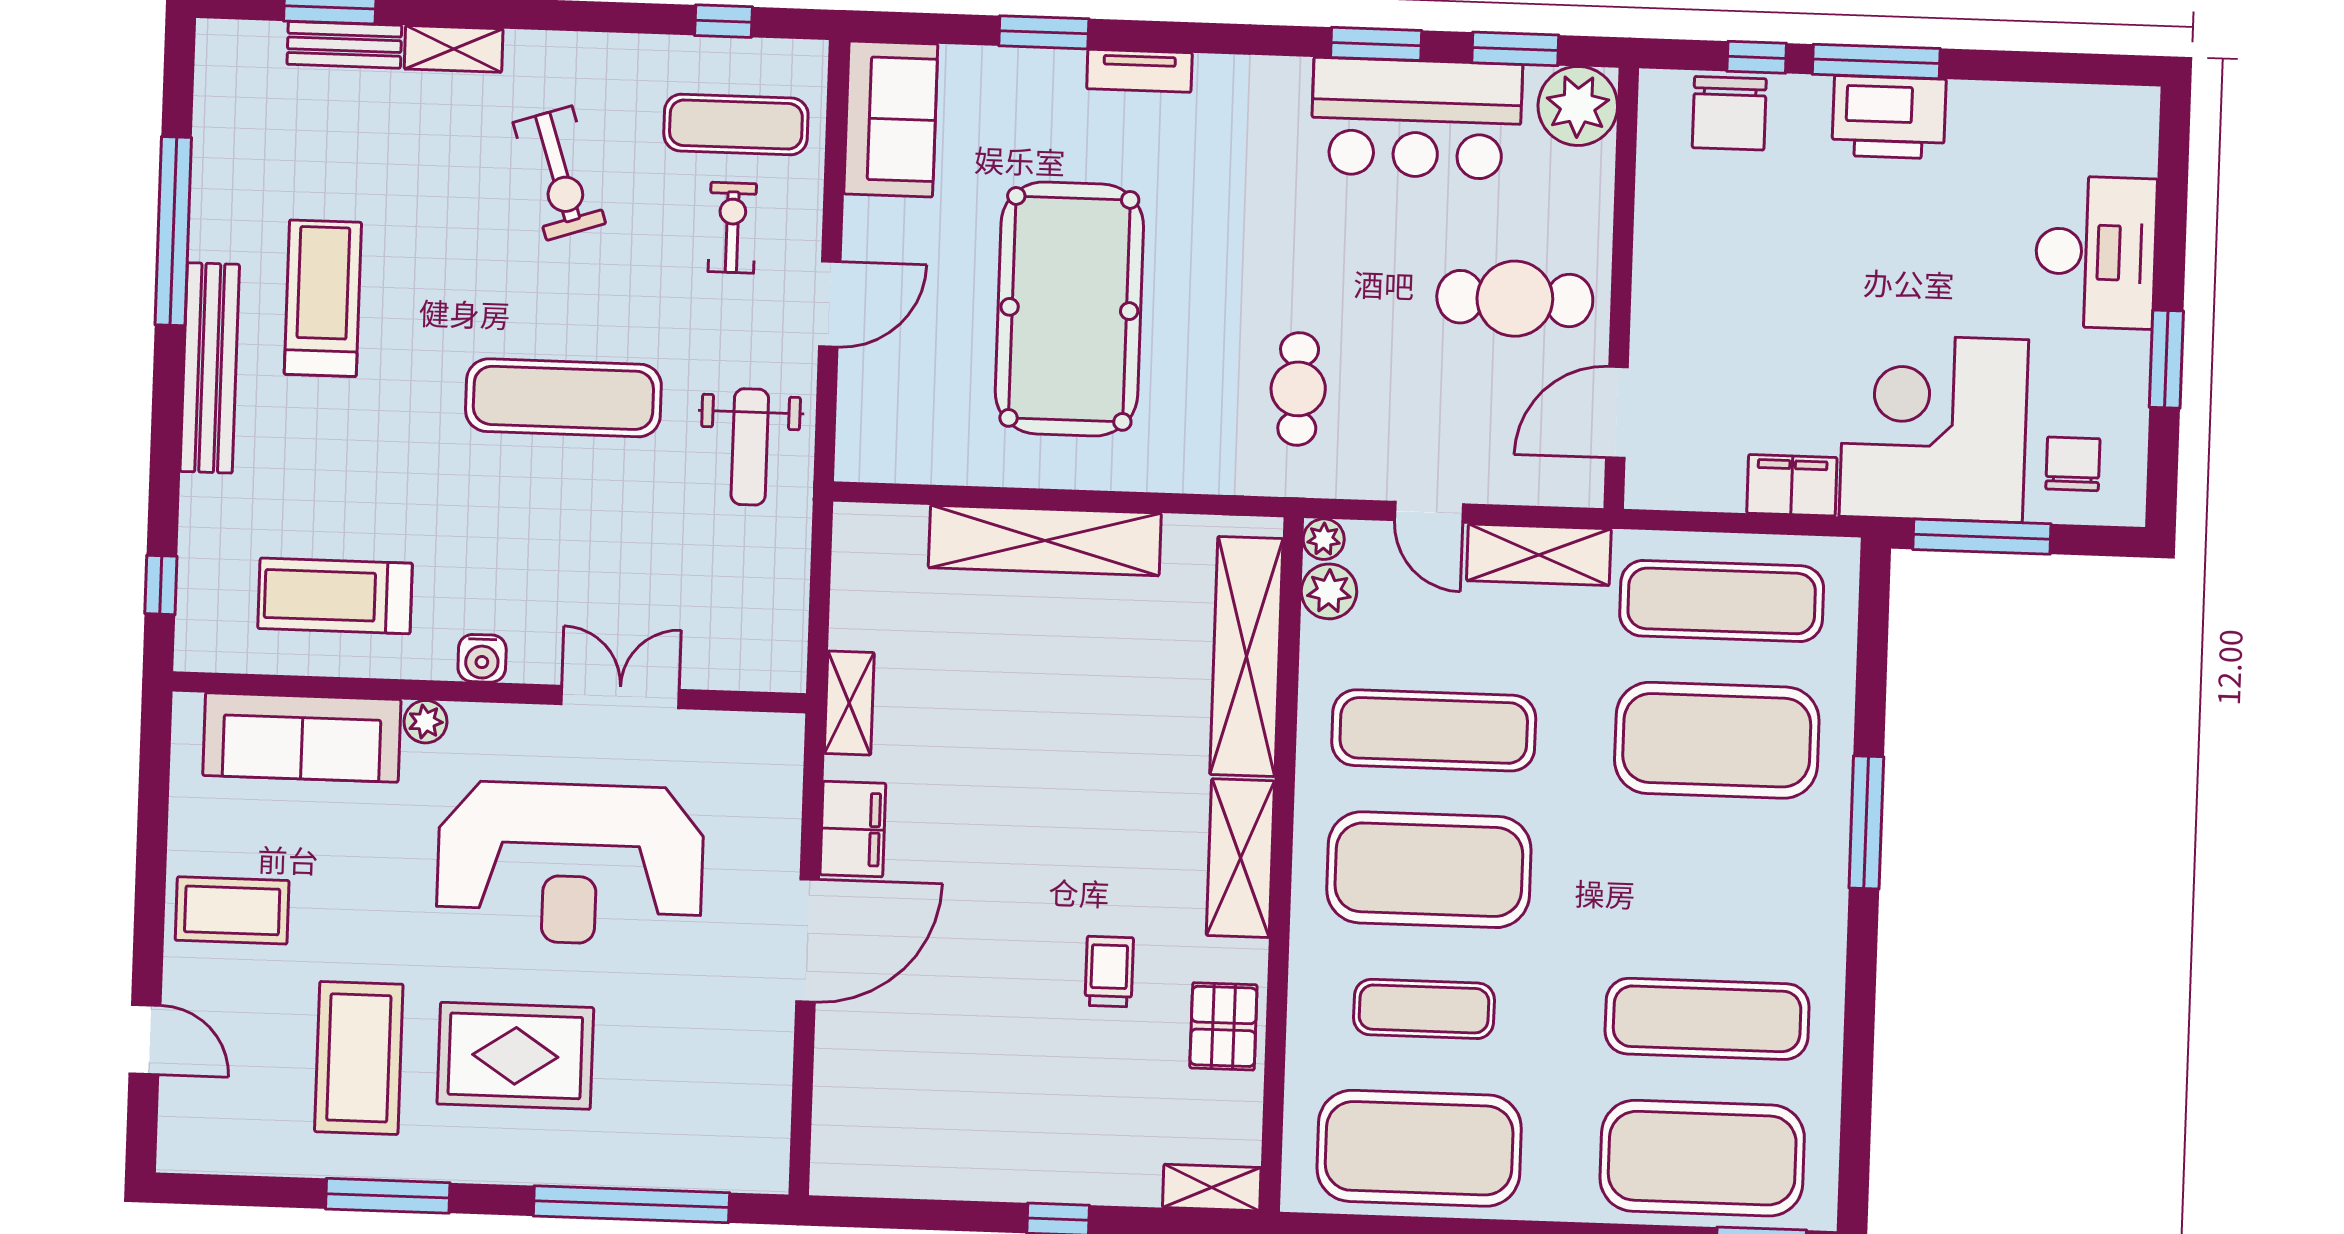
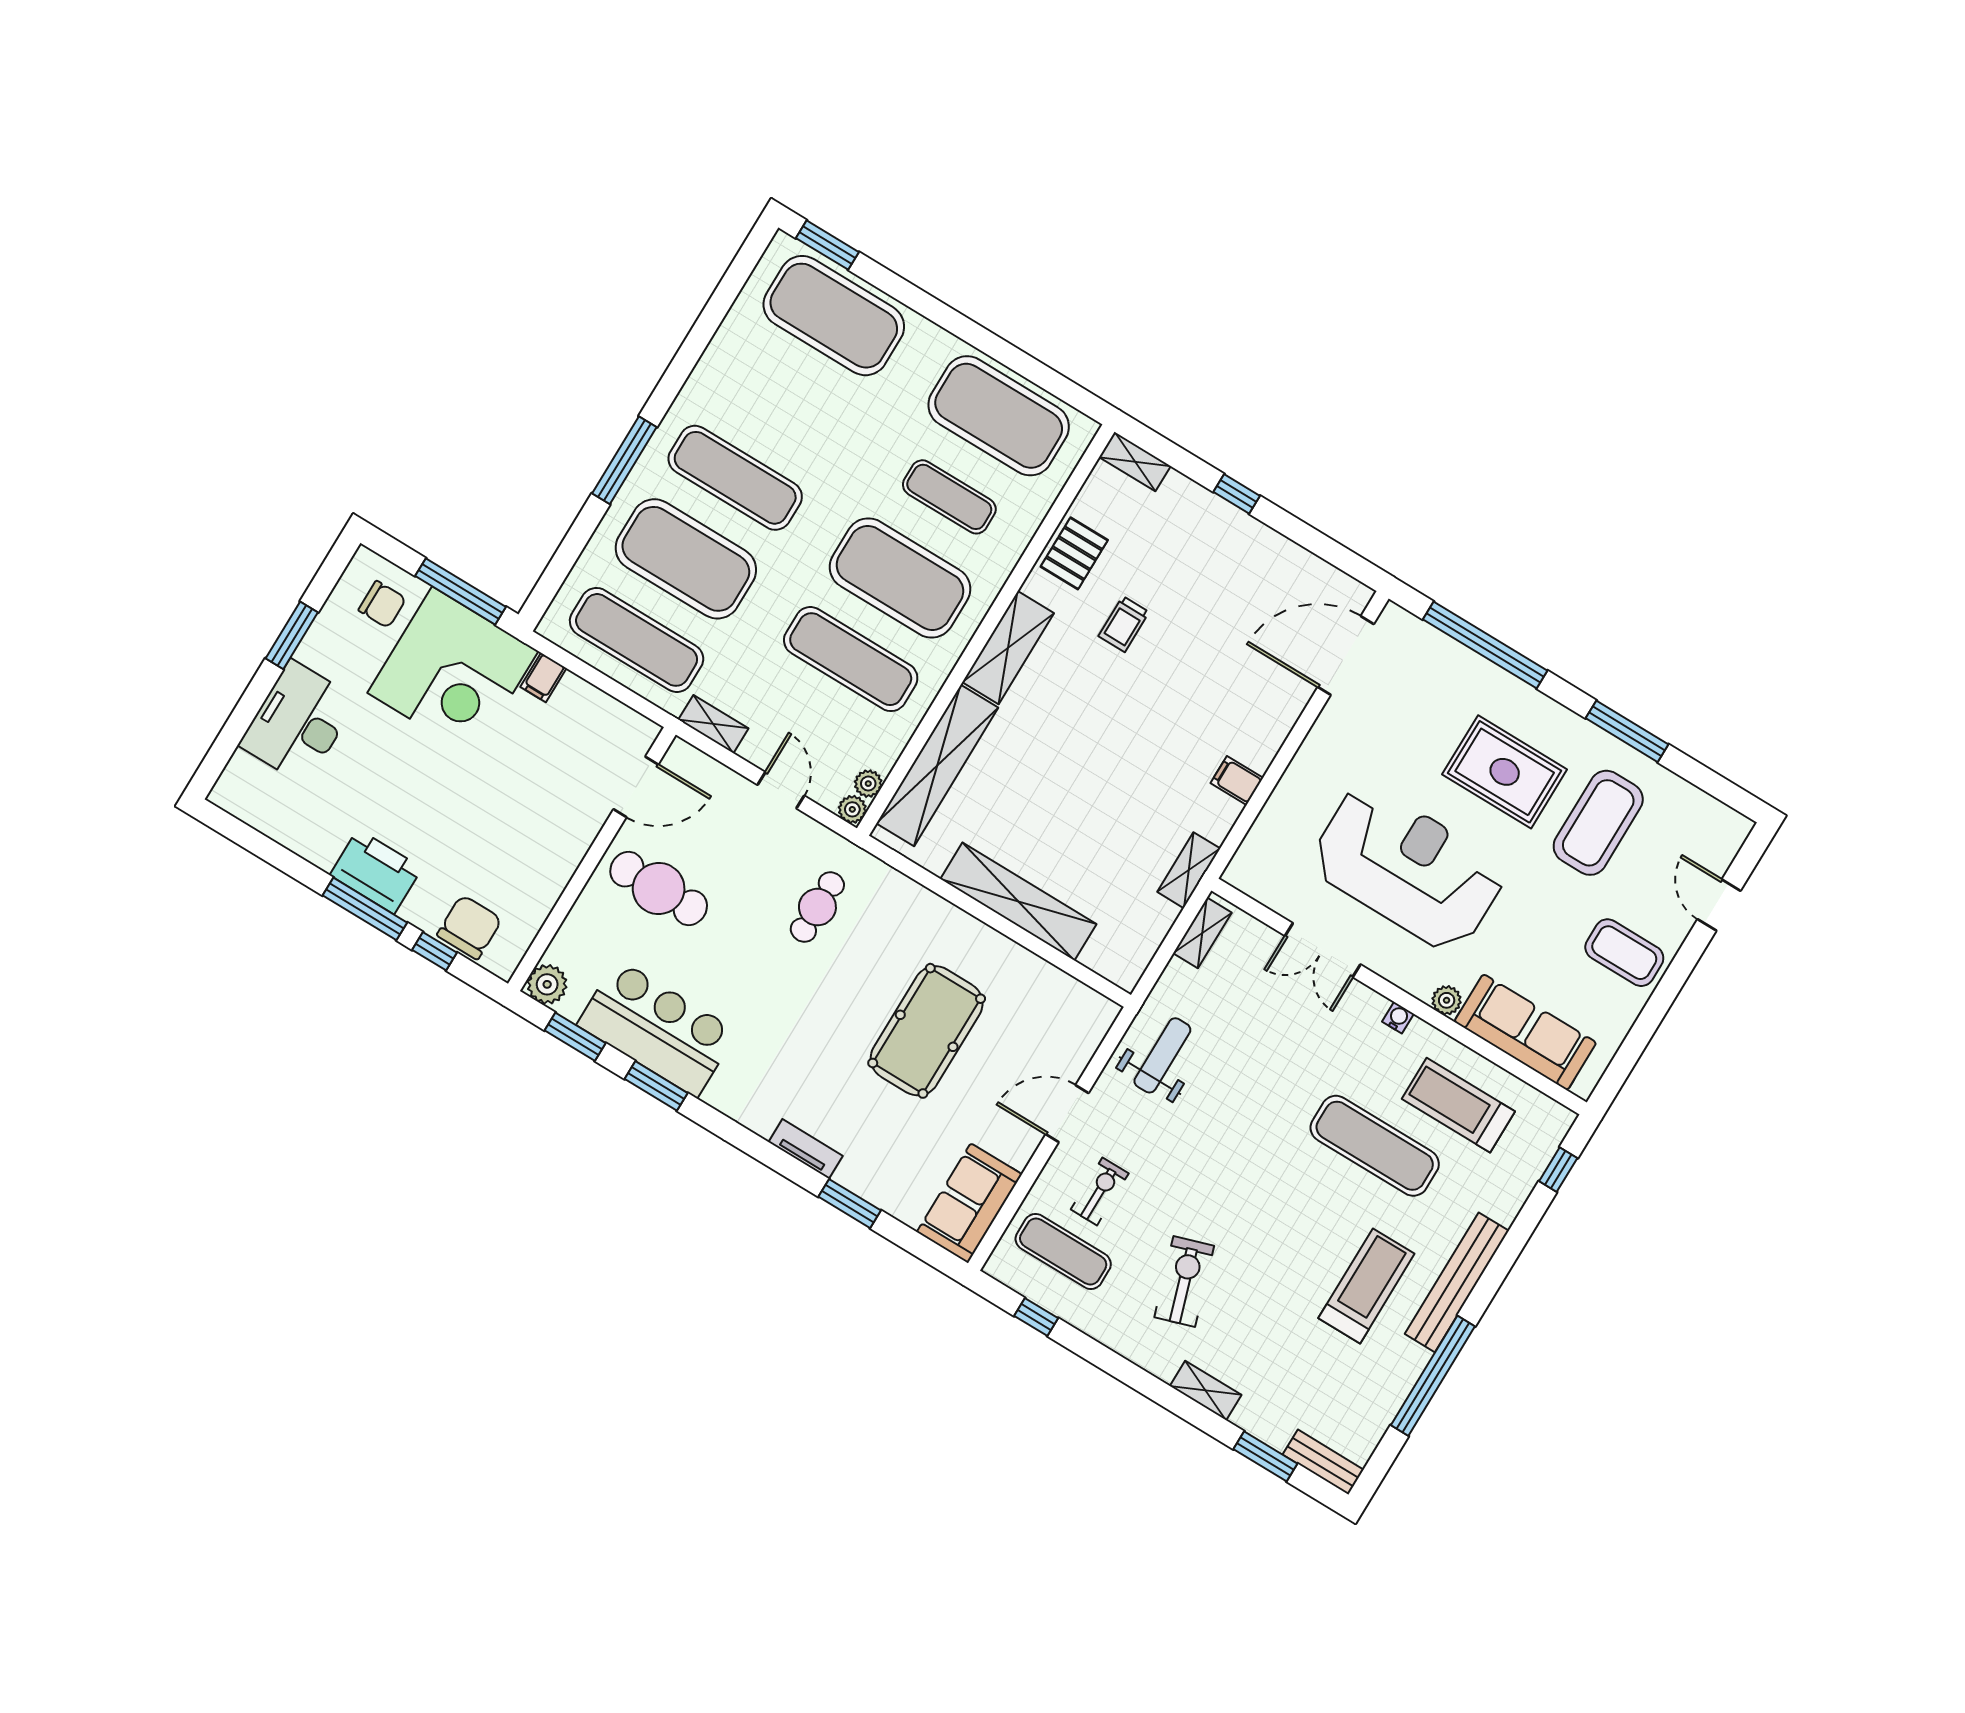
bench: (344, 45) -> (1323, 1462), moved
plant: (1578, 106) -> (547, 984), width x0.73, depth x0.73
exercise bike: (732, 228) -> (1100, 1191), turned 180
treadmill: (323, 298) -> (1366, 1286), turned 180
pool table: (1069, 309) -> (927, 1031), width x0.73, depth x0.76
exercise mat: (563, 398) -> (1375, 1146), moved
chair: (2073, 464) -> (382, 604), turned -90
filing cabinet: (1792, 485) -> (543, 677), width x0.50
shelving: (1539, 555) -> (713, 724), width x0.67, depth x0.75
plant: (1329, 591) -> (868, 784), width x0.73, depth x0.73
treadmill: (335, 596) -> (1458, 1105), turned 180
shelving: (787, 633) -> (1202, 933), added
water cooler: (482, 658) -> (1398, 1018), width x0.72, depth x0.72
filing cabinet: (853, 829) -> (1237, 780), width x0.50
door: (808, 940) -> (1346, 655), moved
exercise mat: (1707, 1019) -> (735, 478), moved

